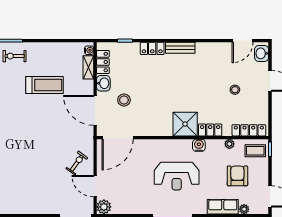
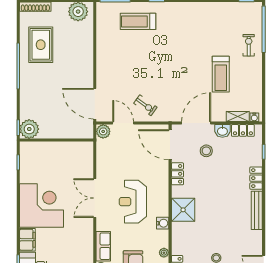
bench: (180, 48) -> (257, 210), width x1.36
locker: (210, 130) -> (177, 174), moved
door: (95, 186) -> (123, 123), hinge flipped

